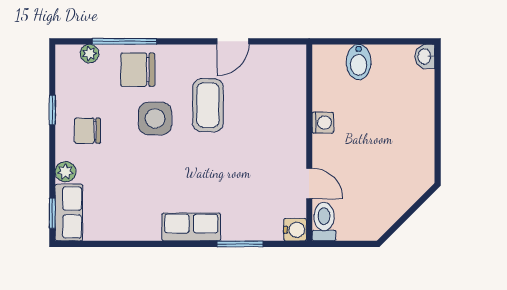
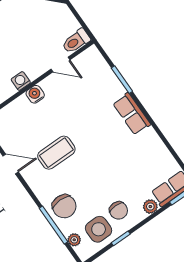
side table: (155, 118) -> (99, 229), moved
door: (309, 183) -> (60, 65), swing flipped
water cooler: (295, 230) -> (35, 94), moved

